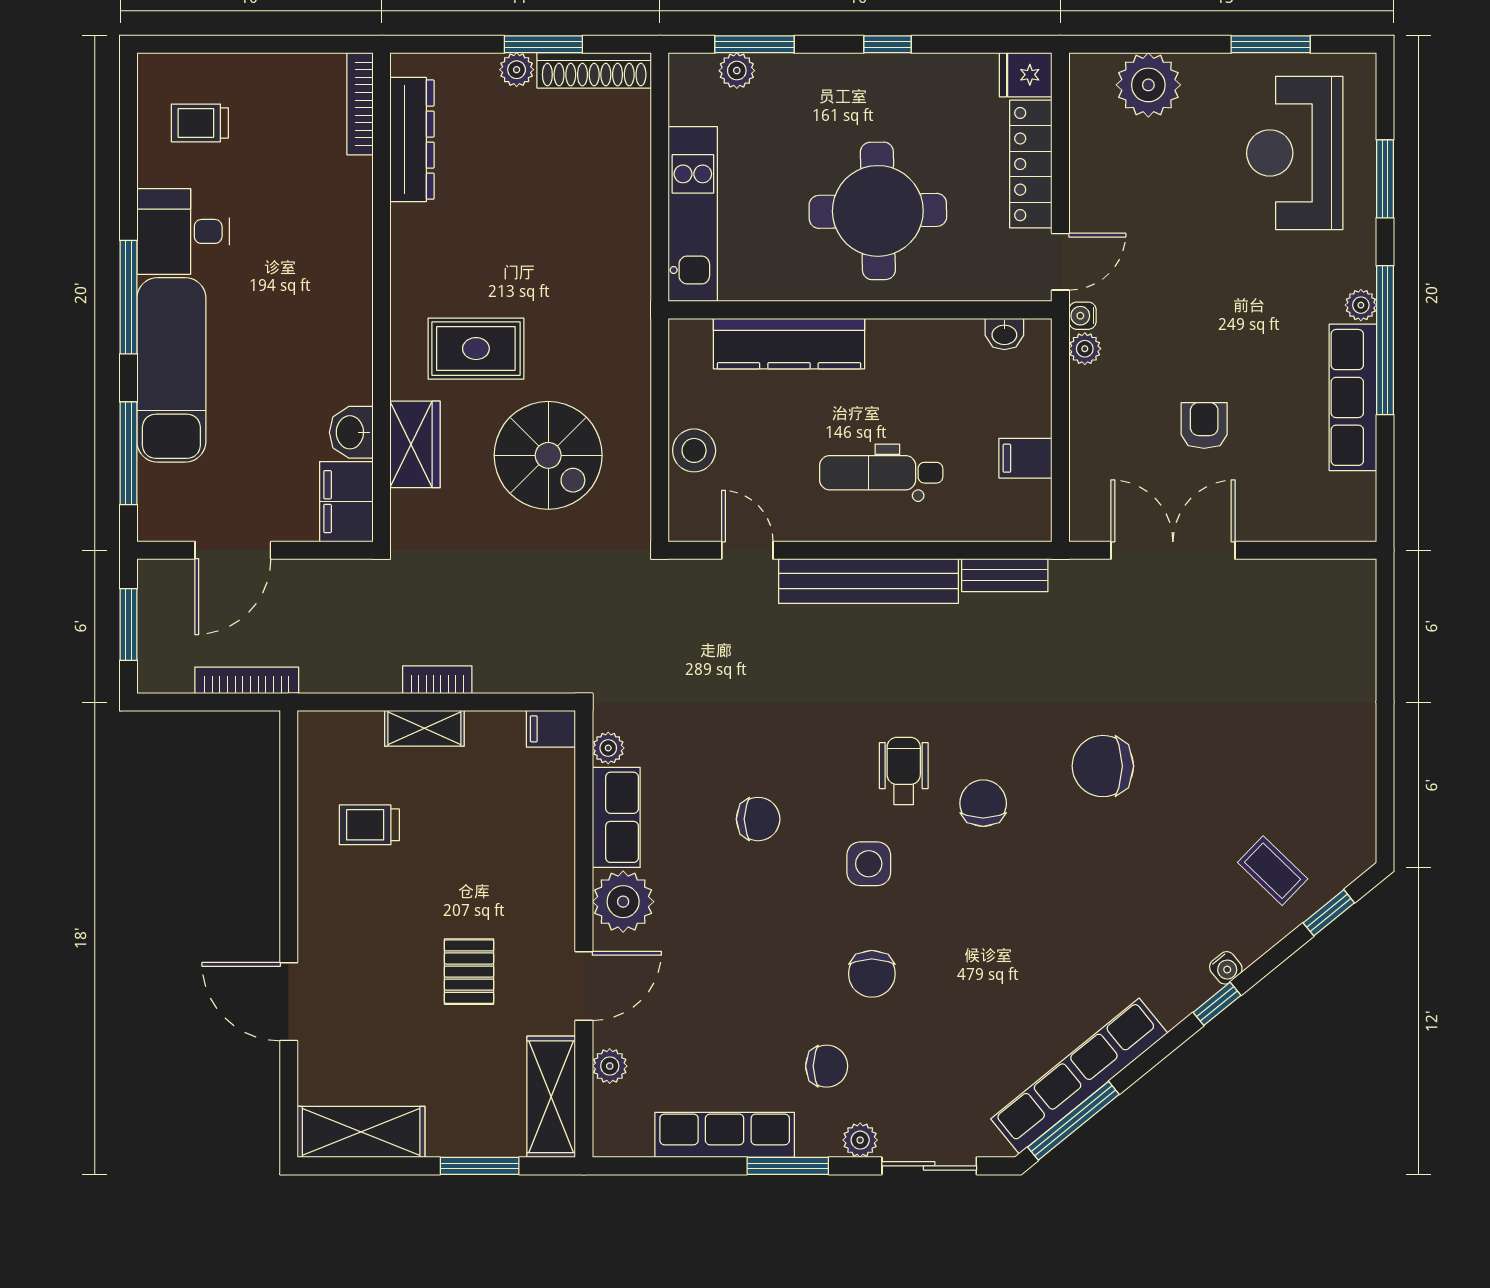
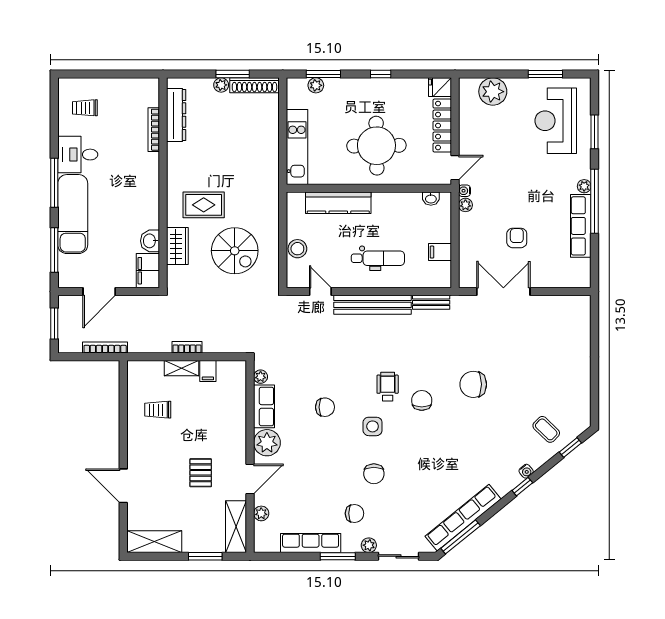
bookcase: (360, 104) -> (154, 130), moved
dental chair: (881, 473) -> (378, 258), turned 180
filing cabinet: (551, 729) -> (208, 371), moved, turned -90

